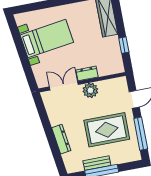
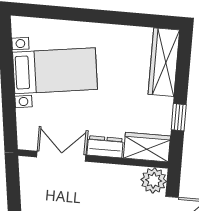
wardrobe: (111, 67) -> (147, 147), added
plant: (90, 90) -> (154, 180), moved

